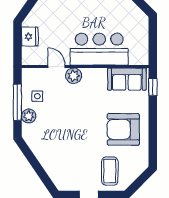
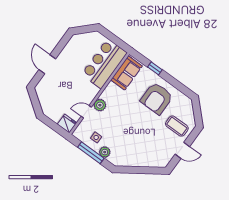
fridge: (30, 37) -> (67, 124), moved
bar counter: (99, 49) -> (104, 64), moved
window: (153, 87) -> (155, 68), moved

